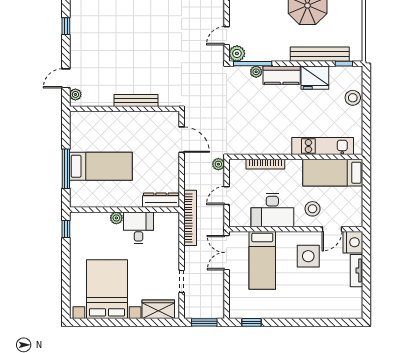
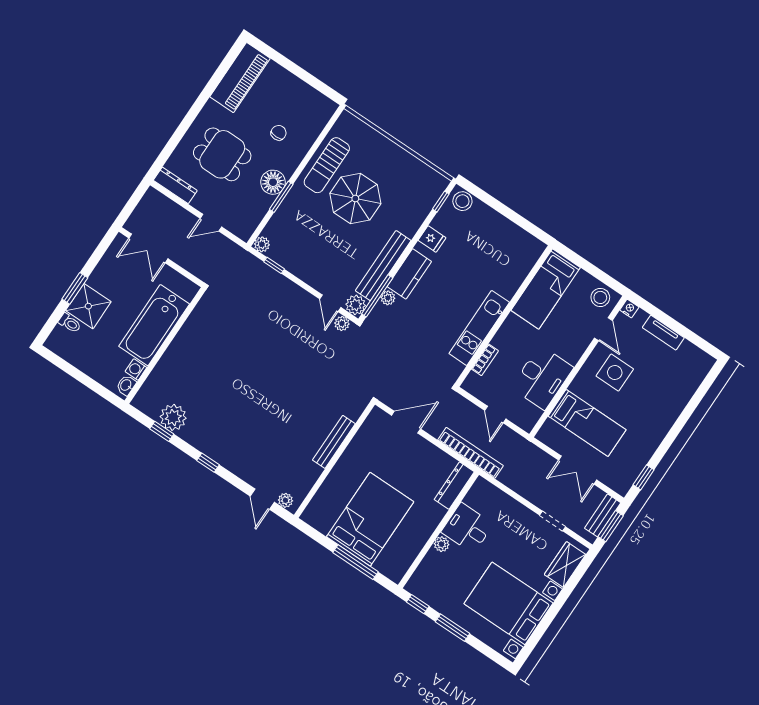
bench: (320, 54) -> (383, 266), moved
fridge: (315, 78) -> (432, 239), width x0.53, depth x0.75
stool: (353, 98) -> (462, 201), moved
kitchen unit: (323, 146) -> (479, 328), moved
plant: (218, 164) -> (342, 324), moved
bookcase: (265, 164) -> (485, 360), width x0.64
bed: (101, 166) -> (370, 519), width x1.50
stool: (313, 209) -> (600, 297), moved
bookcase: (190, 218) -> (471, 453), moved
nightstand: (353, 242) -> (629, 309), width x0.53, depth x0.56
double door: (227, 253) -> (578, 470), moved
window: (66, 263) -> (453, 628), added
bench: (208, 312) -> (603, 515), added

